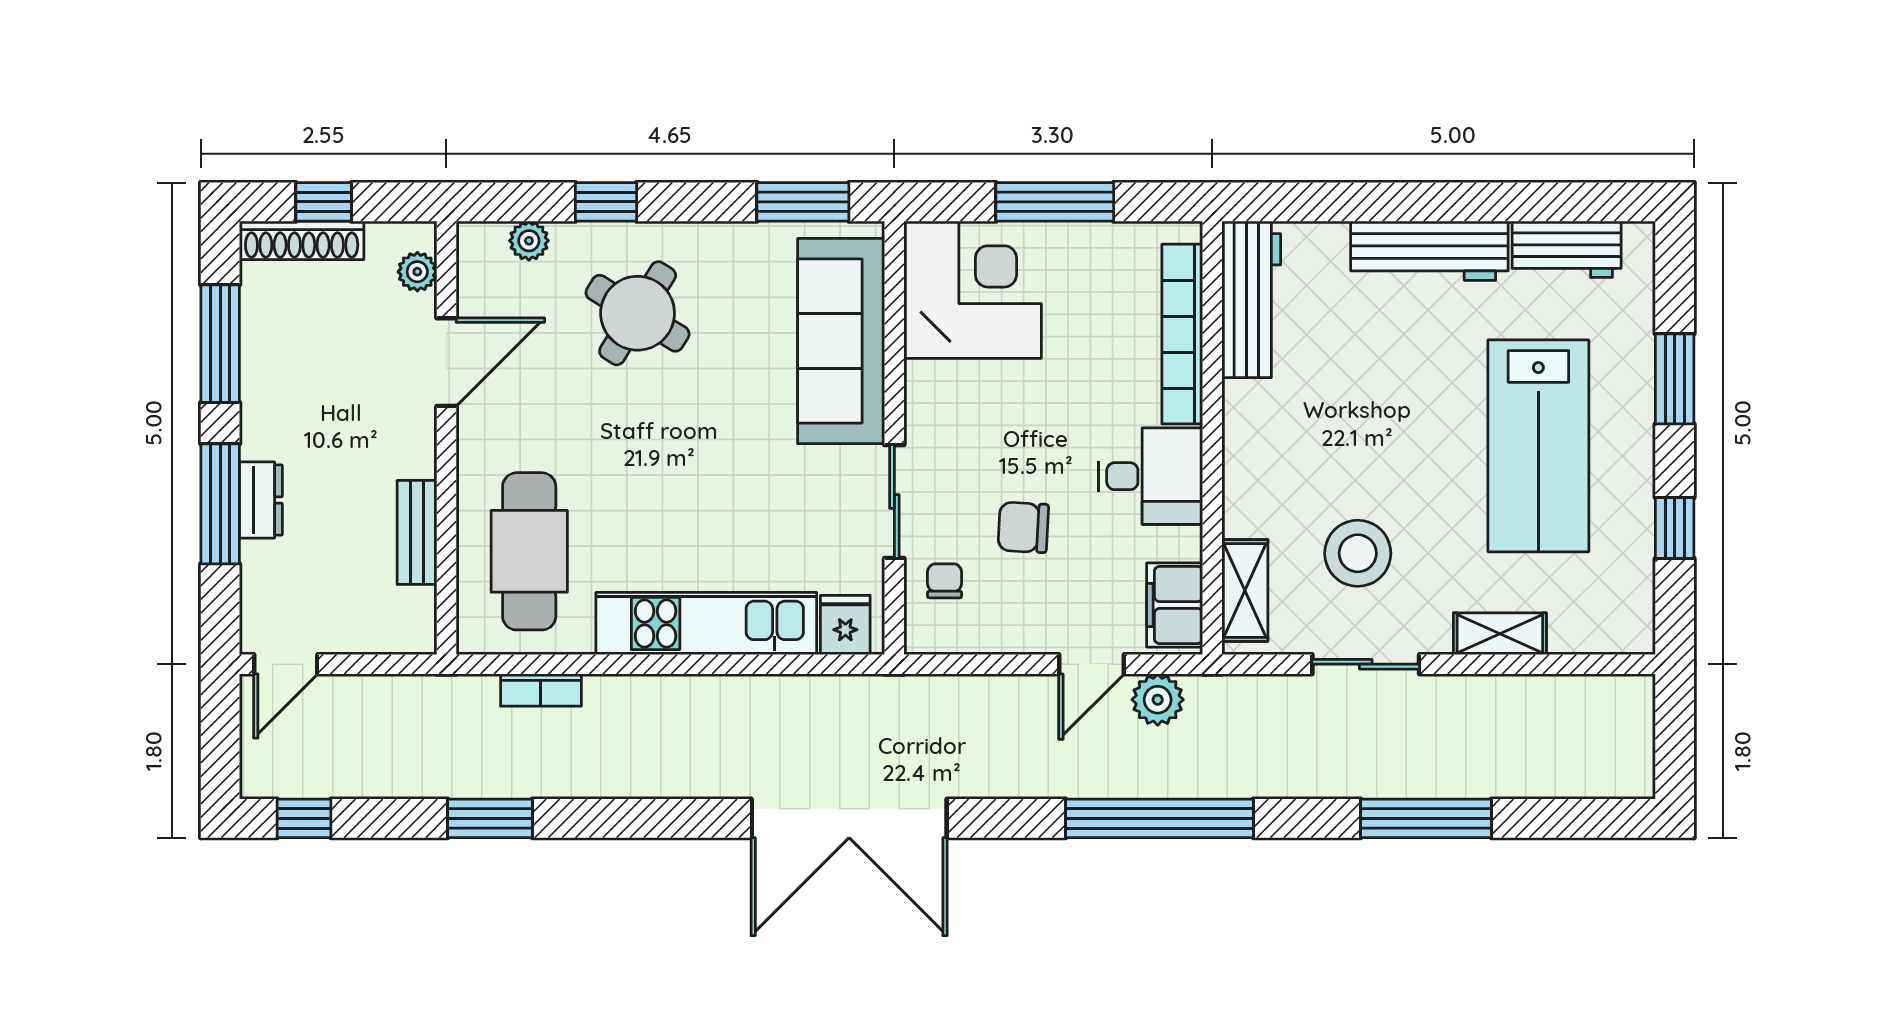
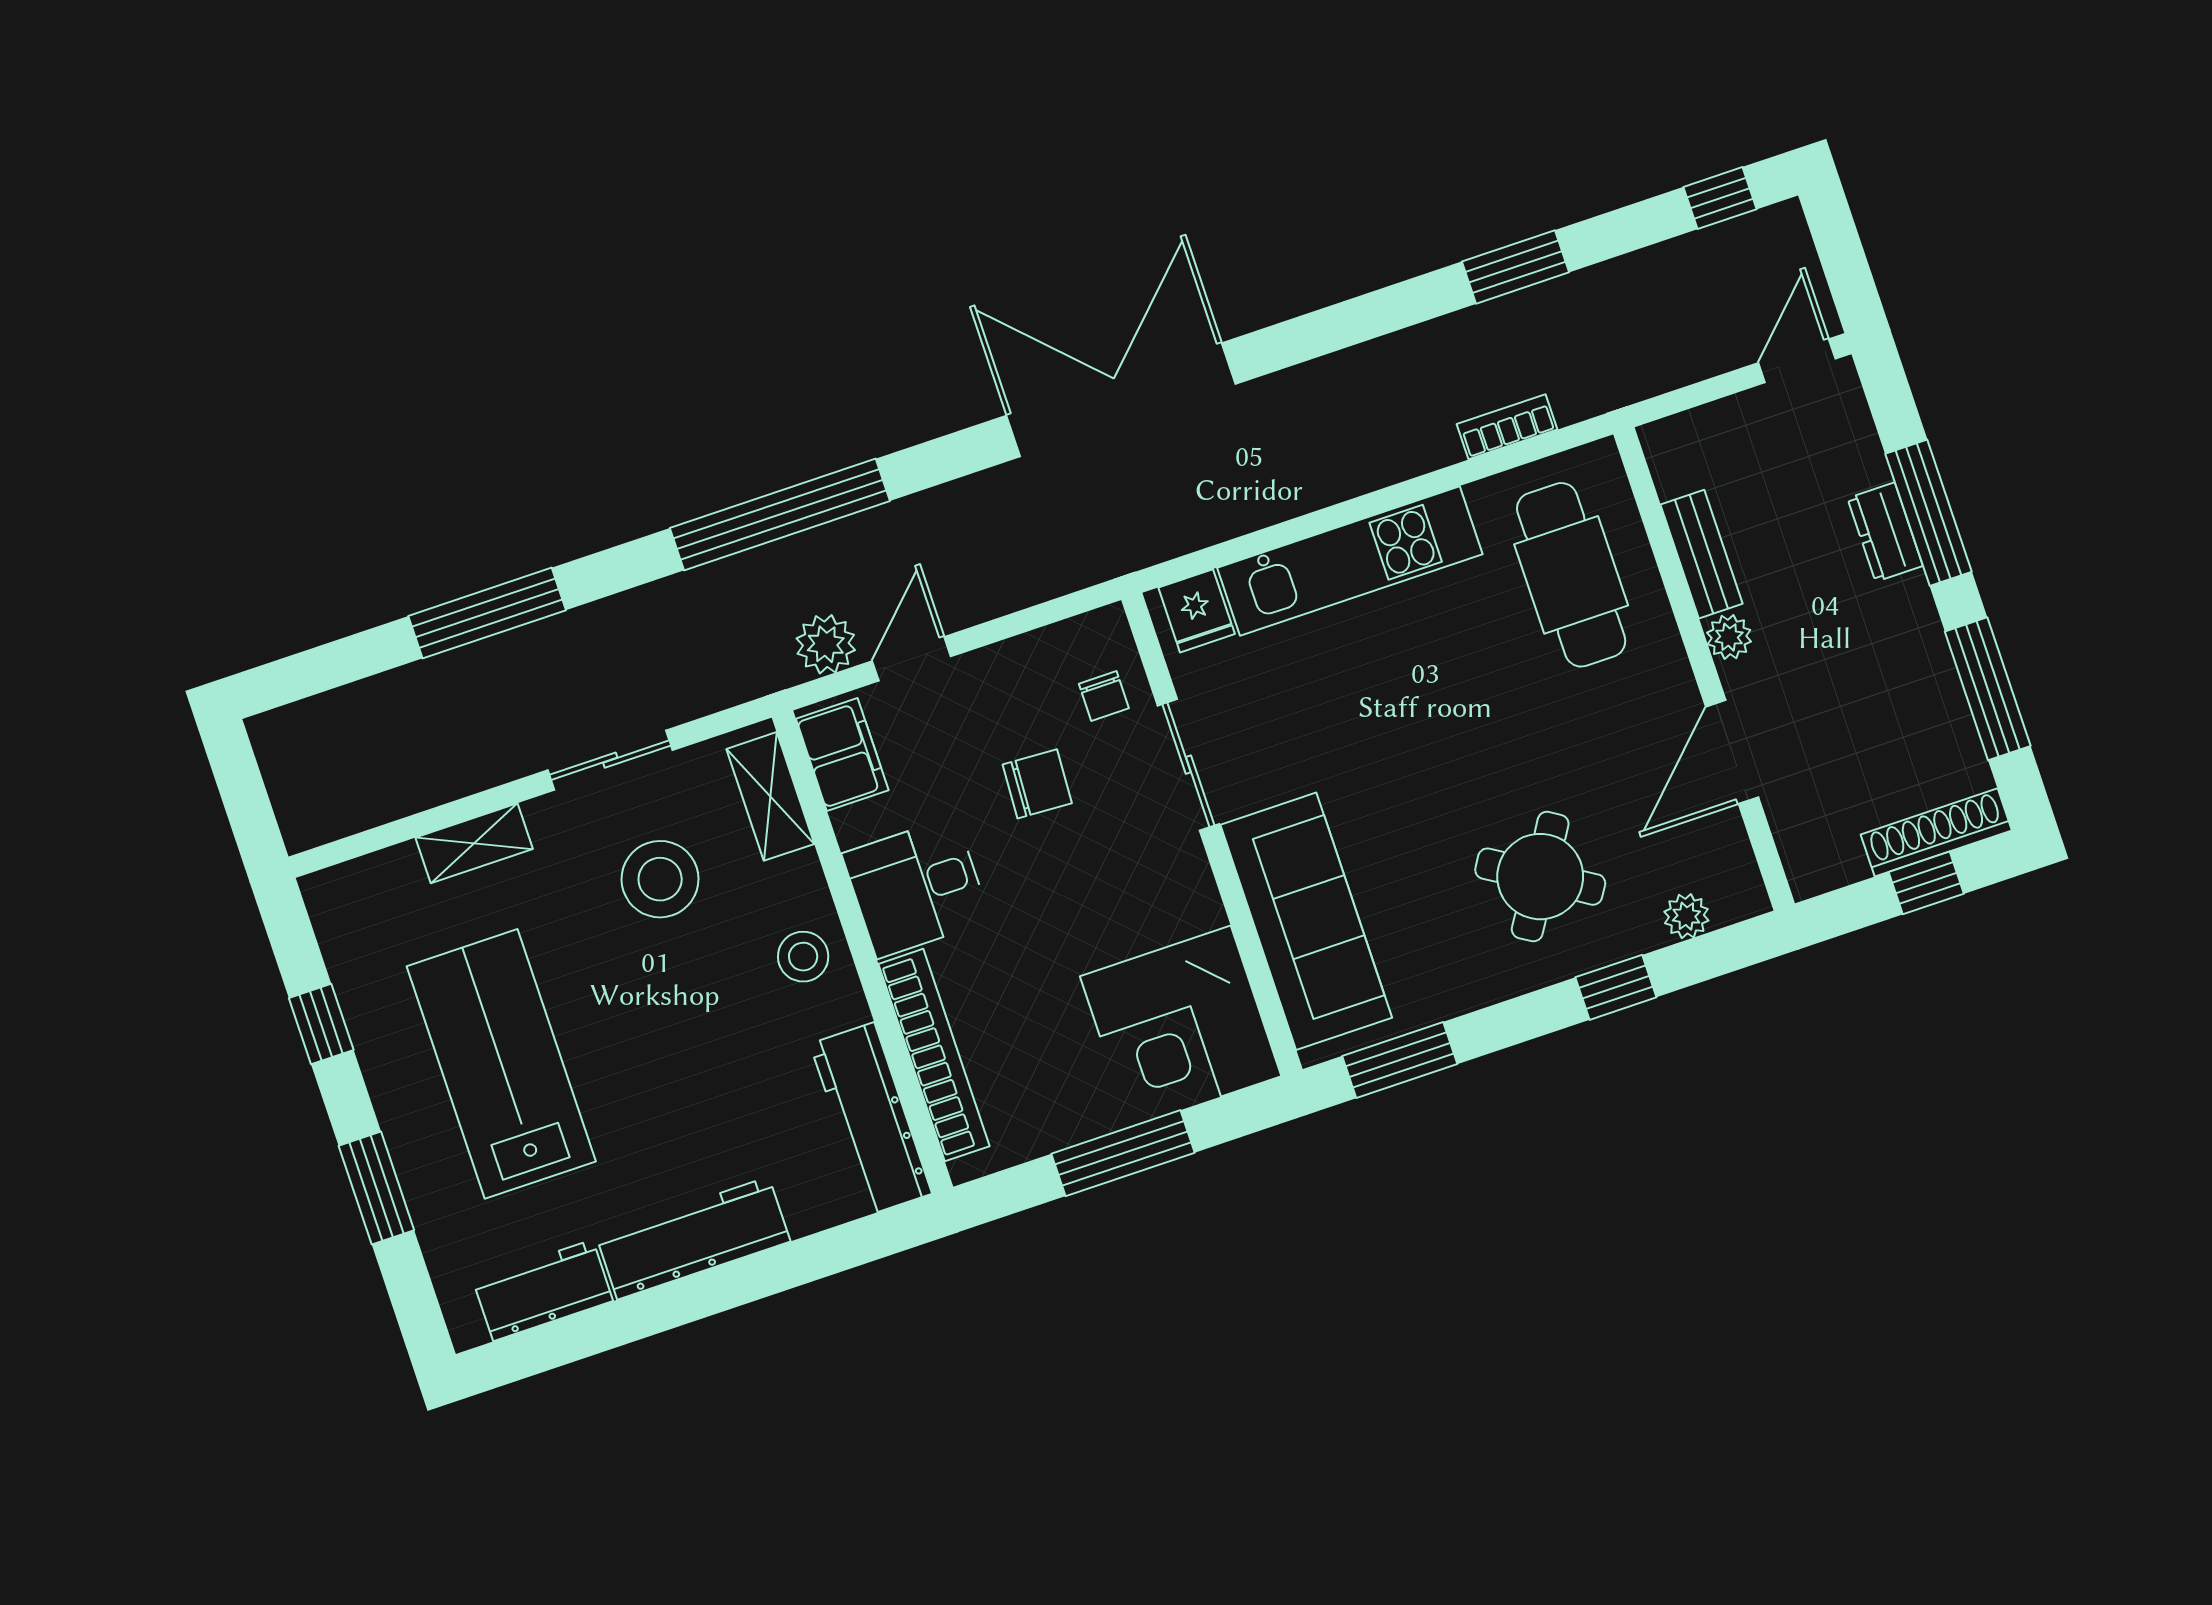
plant: (417, 272) -> (1729, 637), moved
stool: (1262, 451) -> (803, 957), added

